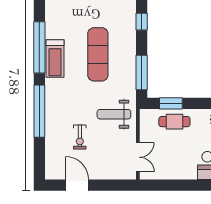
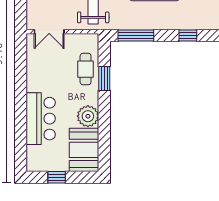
window: (171, 103) -> (104, 79), moved

